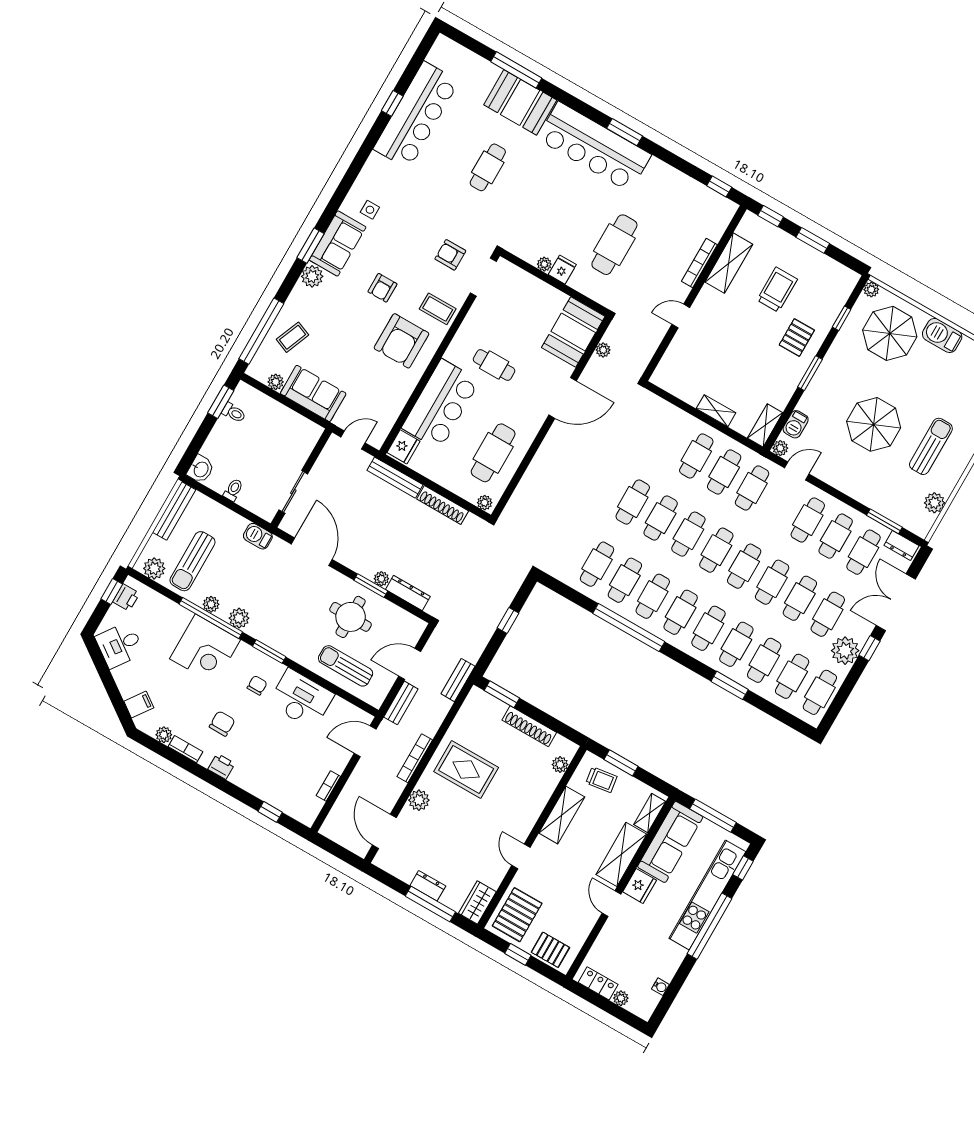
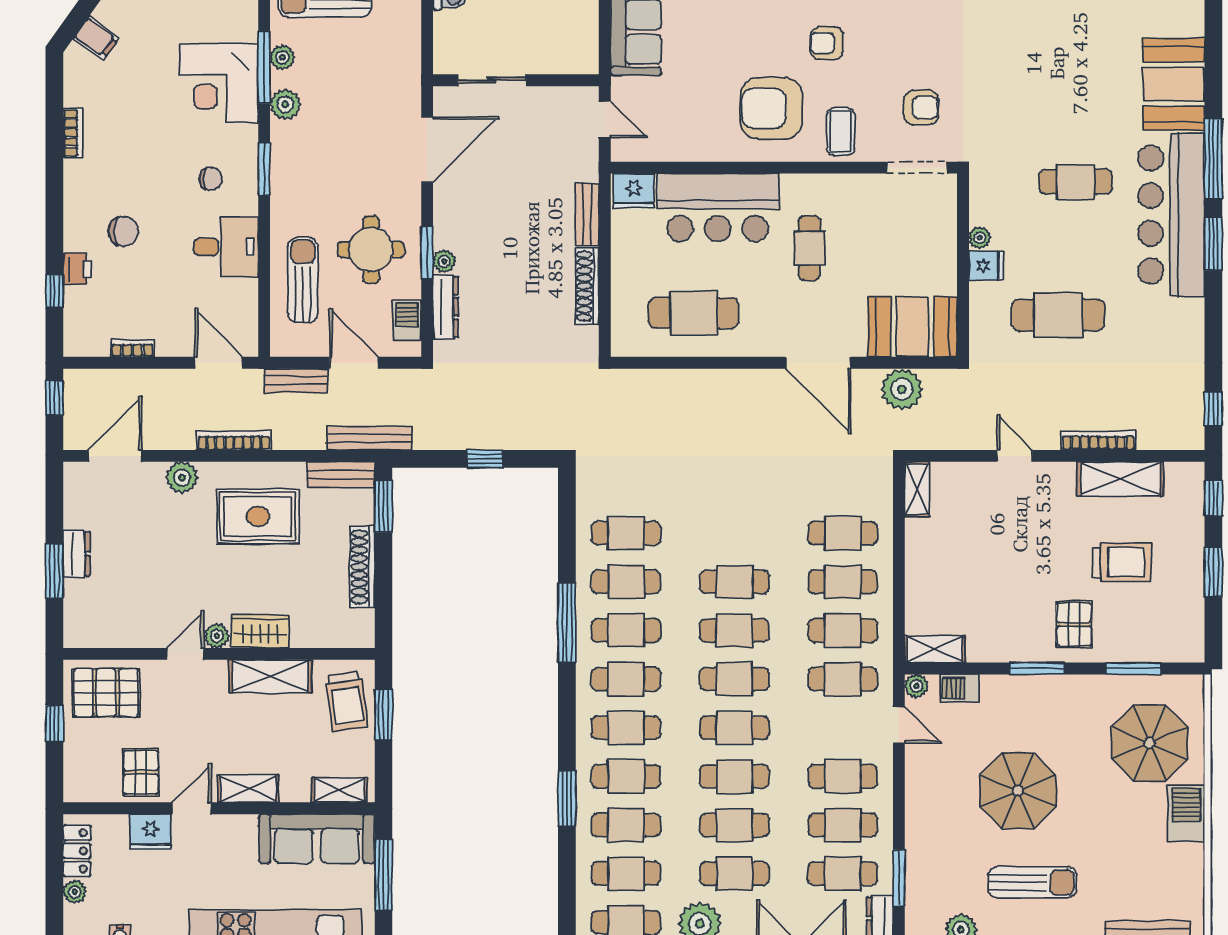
window: (516, 70) -> (1213, 159), moved
cafe table: (488, 167) -> (1076, 182), moved
armchair: (450, 255) -> (921, 107), turned 90
plant: (871, 289) -> (1193, 686), removed
window: (842, 318) -> (1133, 668), width x1.50
pallet: (797, 337) -> (1074, 624), turned 90
plant: (603, 350) -> (902, 389), width x1.88, depth x1.88
shelving: (716, 411) -> (917, 489), moved
bench: (395, 478) -> (587, 214), width x0.73
cafe table: (633, 502) -> (843, 533), moved
plant: (485, 503) -> (622, 339), removed
barbecue: (258, 536) -> (407, 320), moved
window: (211, 618) -> (264, 67), width x0.68
window: (629, 627) -> (567, 623), width x0.68
bench: (458, 680) -> (369, 438), width x1.36
desk: (301, 699) -> (226, 247), width x0.73
bench: (470, 708) -> (341, 475), added
chair: (222, 724) -> (123, 231), moved
plant: (164, 735) -> (76, 94), removed
plant: (560, 765) -> (217, 636), moved
printer: (221, 766) -> (78, 269), moved
rug: (466, 769) -> (258, 516), turned 90
trolley: (601, 780) -> (347, 702), width x1.36, depth x1.39
window: (331, 847) -> (54, 398), added
shelving: (621, 854) -> (248, 789), width x0.67, depth x0.75
fridge: (640, 886) -> (151, 832), moved
wardrobe: (477, 903) -> (260, 631), moved
window: (430, 904) -> (54, 571), width x0.69
pallet: (550, 950) -> (141, 772), moved

